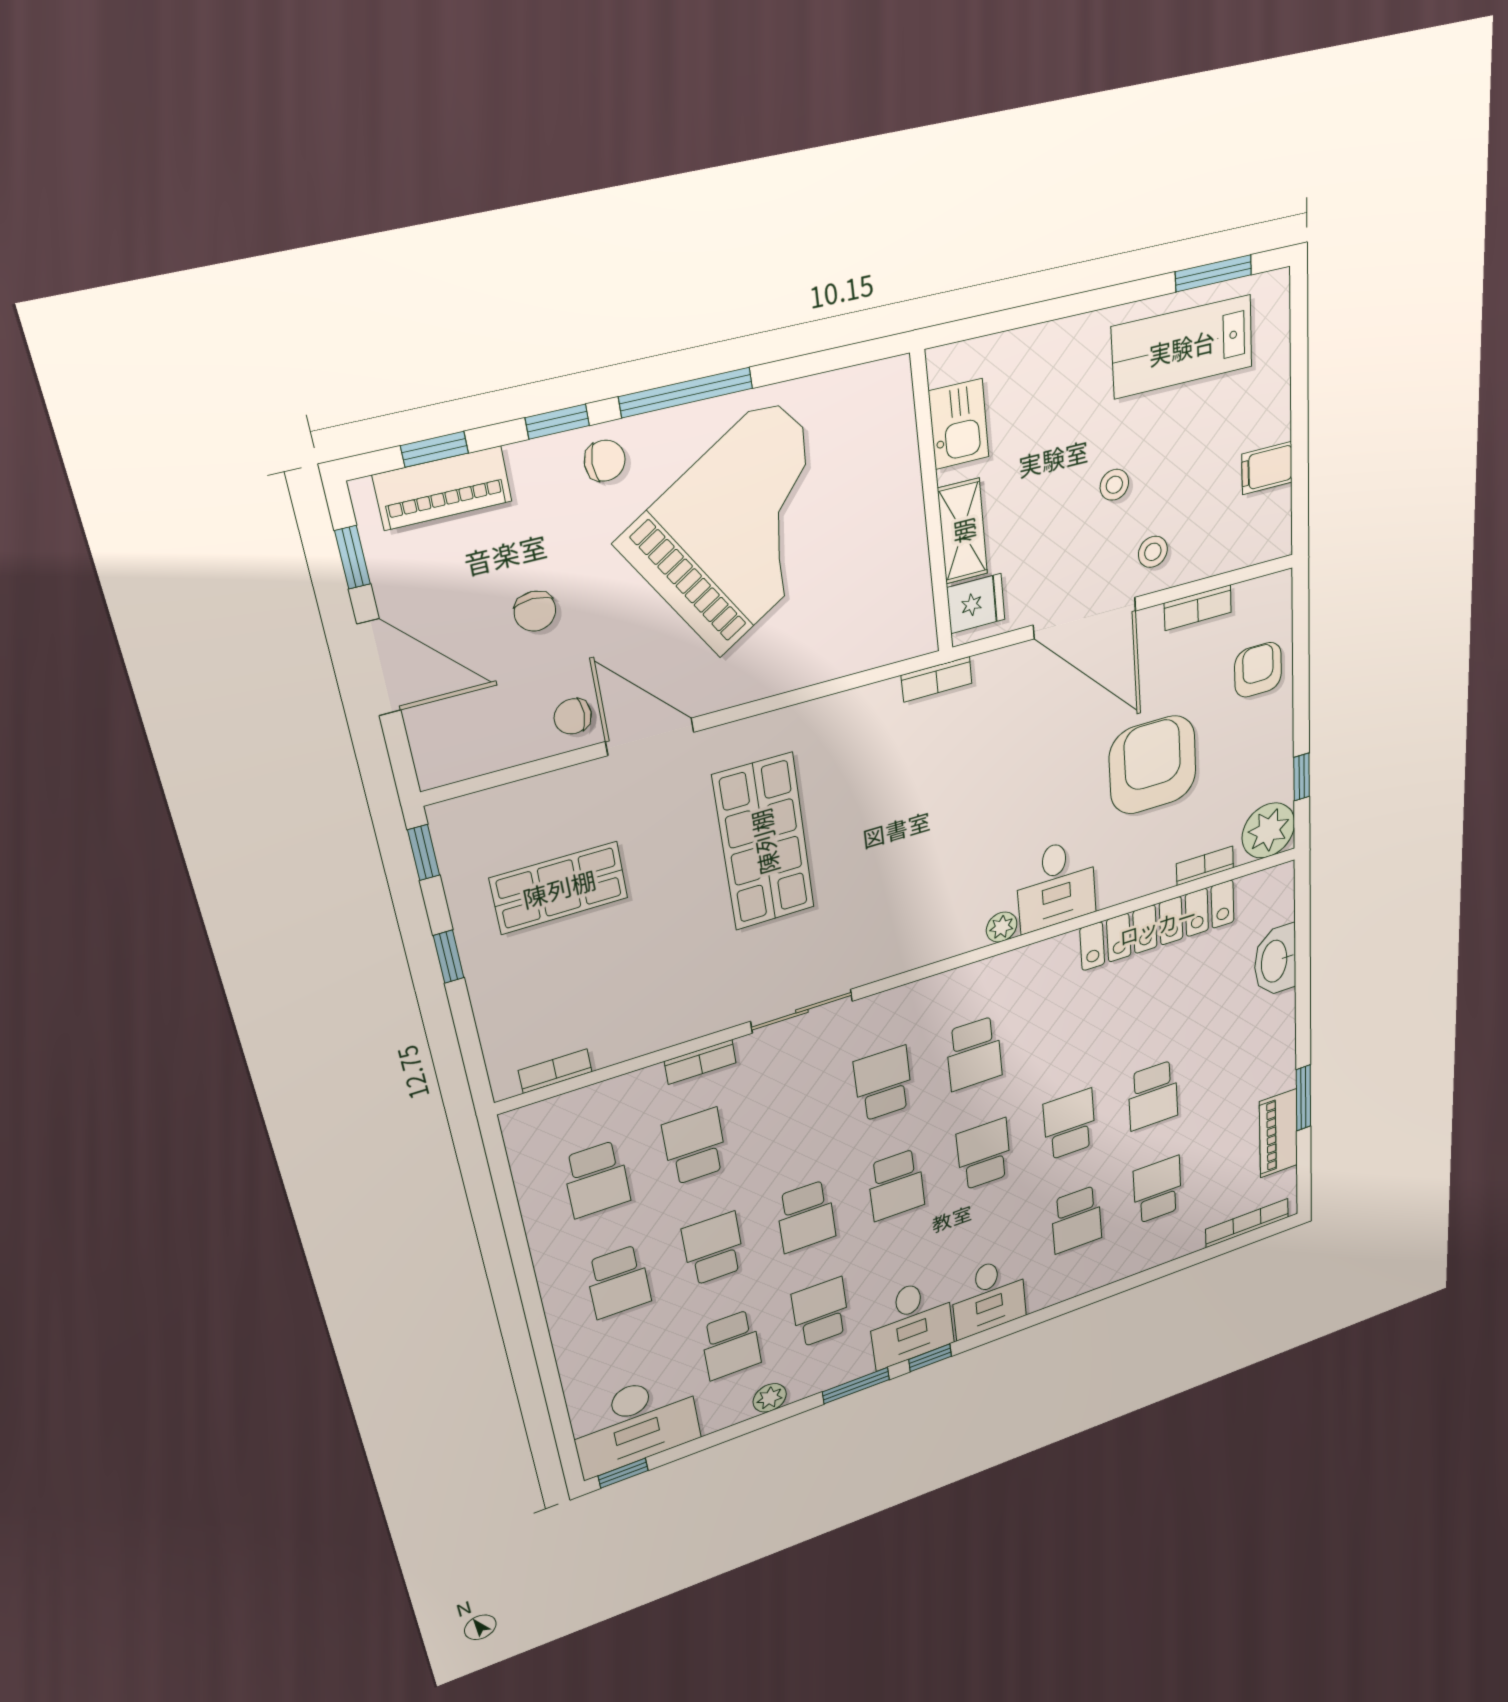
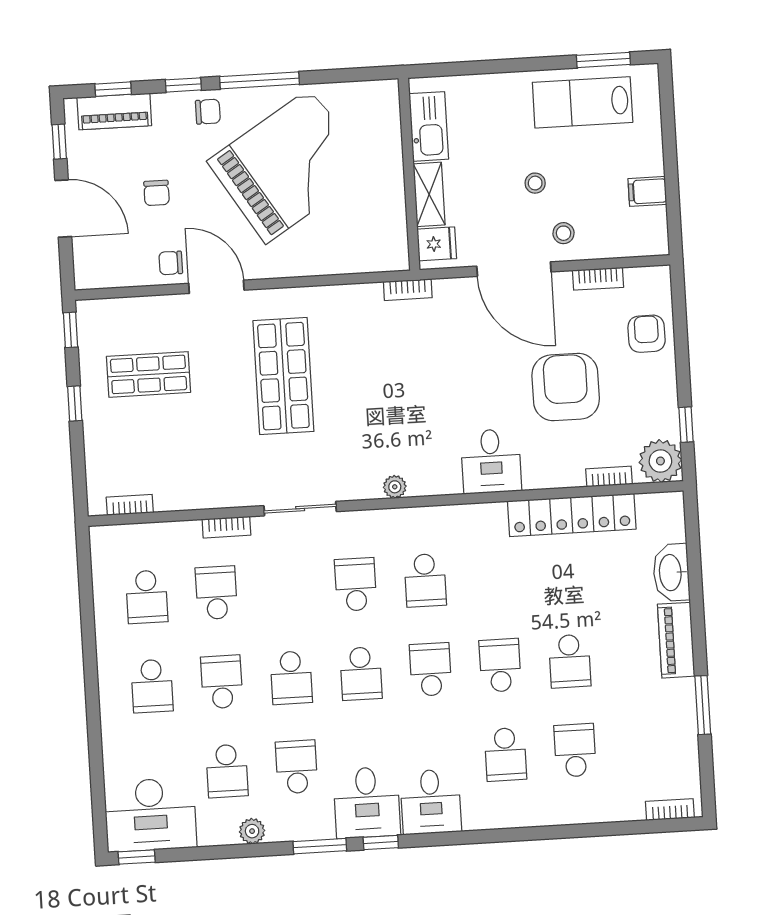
kitchen sink: (959, 424) -> (429, 126), width x1.38
plant: (1002, 927) -> (395, 487), moved
piano: (1278, 1133) -> (676, 640), moved
bookcase: (1247, 1223) -> (670, 810), width x0.64

